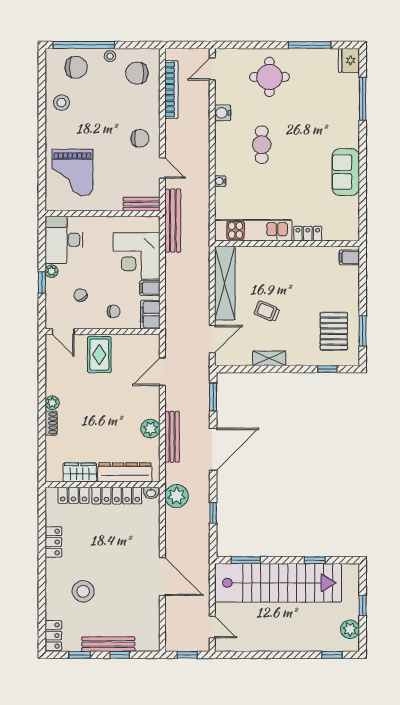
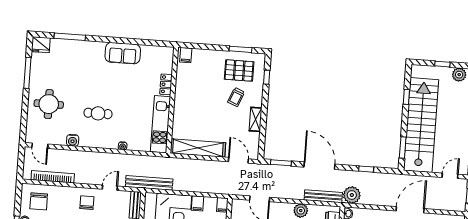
trolley: (267, 311) -> (236, 97), moved
filing cabinet: (150, 315) -> (222, 205), width x0.50
bench: (172, 437) -> (323, 196), moved

